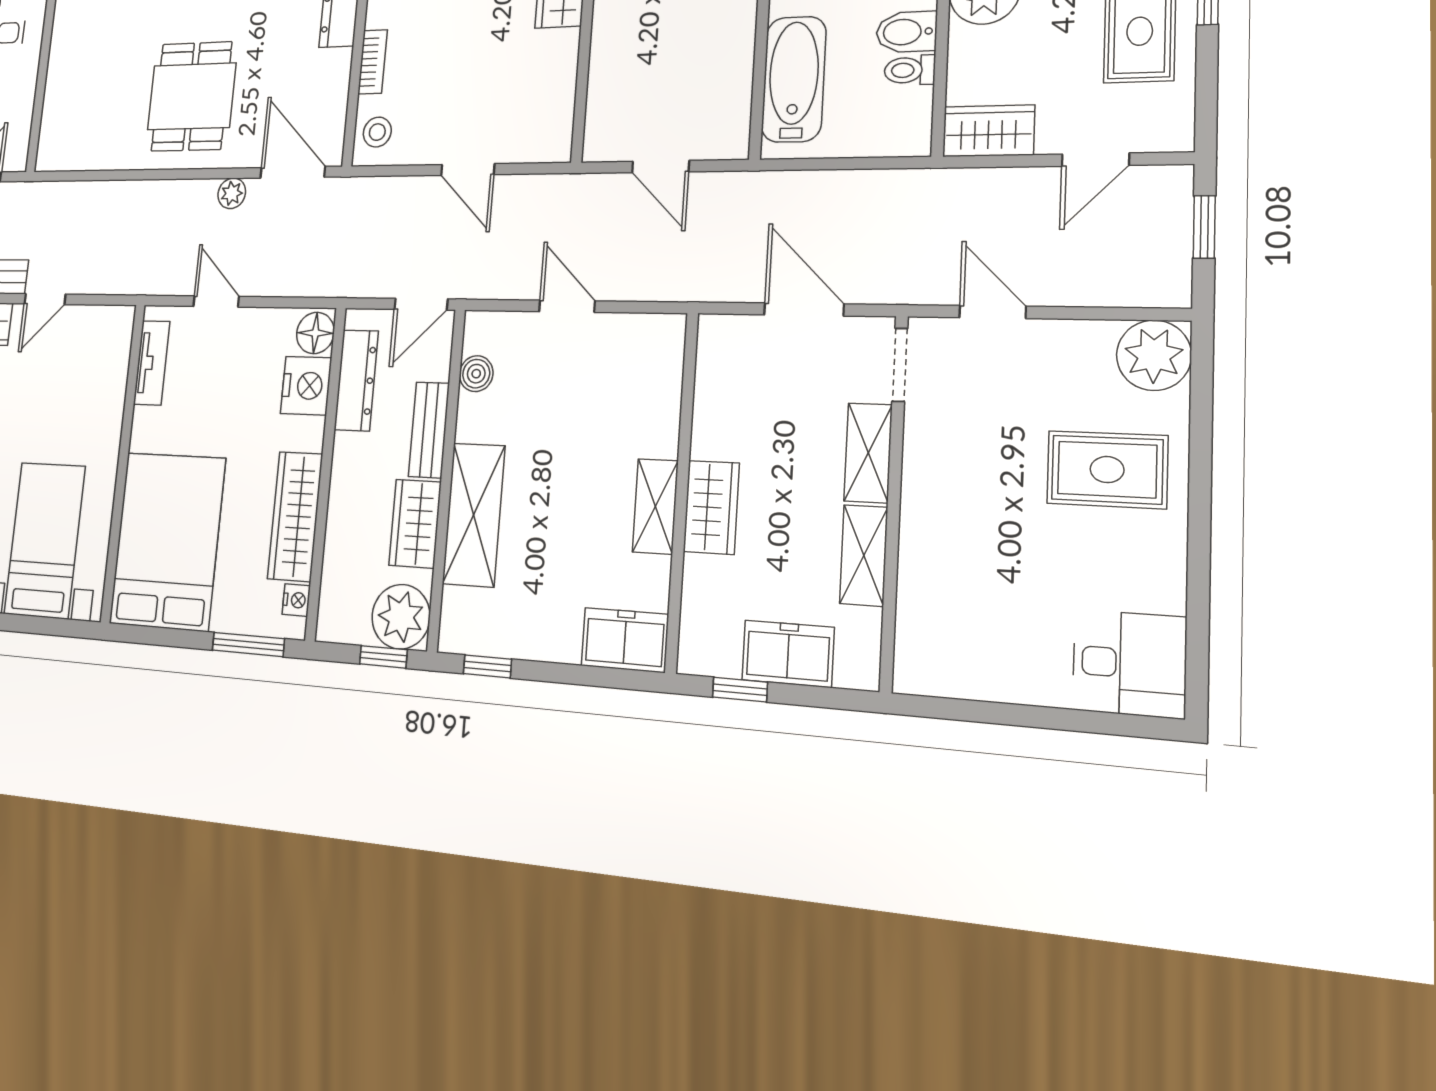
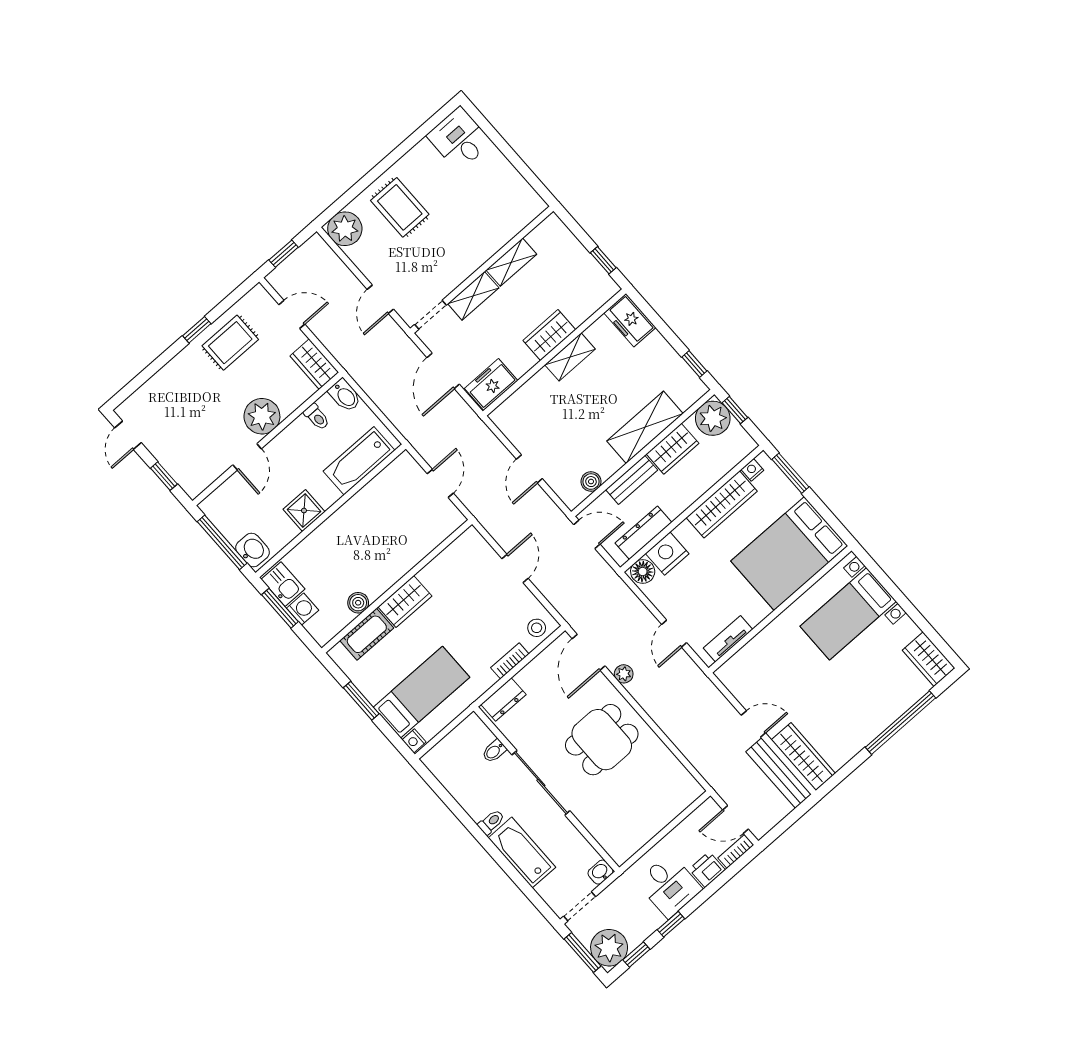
bidet: (906, 32) -> (345, 395), moved
freezer: (788, 654) -> (491, 384), moved, turned 90

